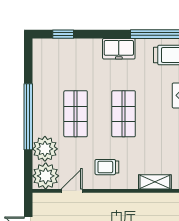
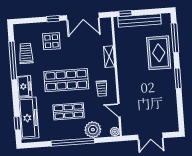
freezer: (70, 52) -> (29, 118), added
shop shelf: (124, 114) -> (66, 80), width x1.43, depth x1.36
plant: (46, 176) -> (115, 132), width x0.53, depth x0.53

